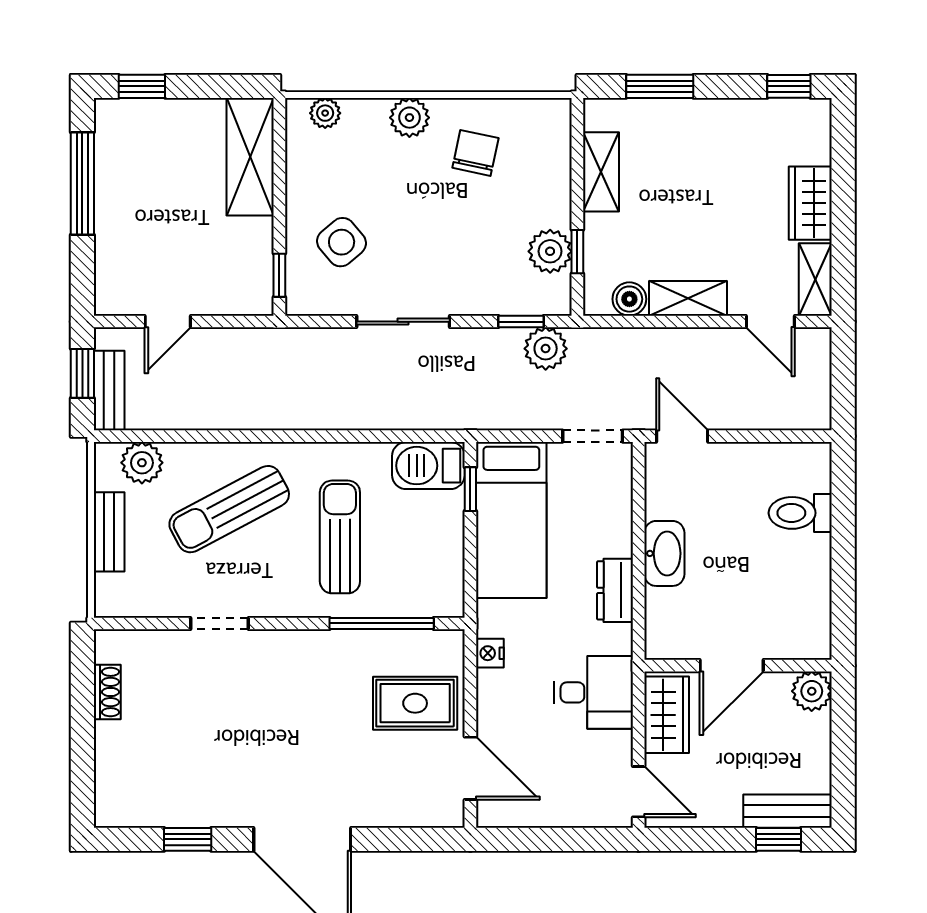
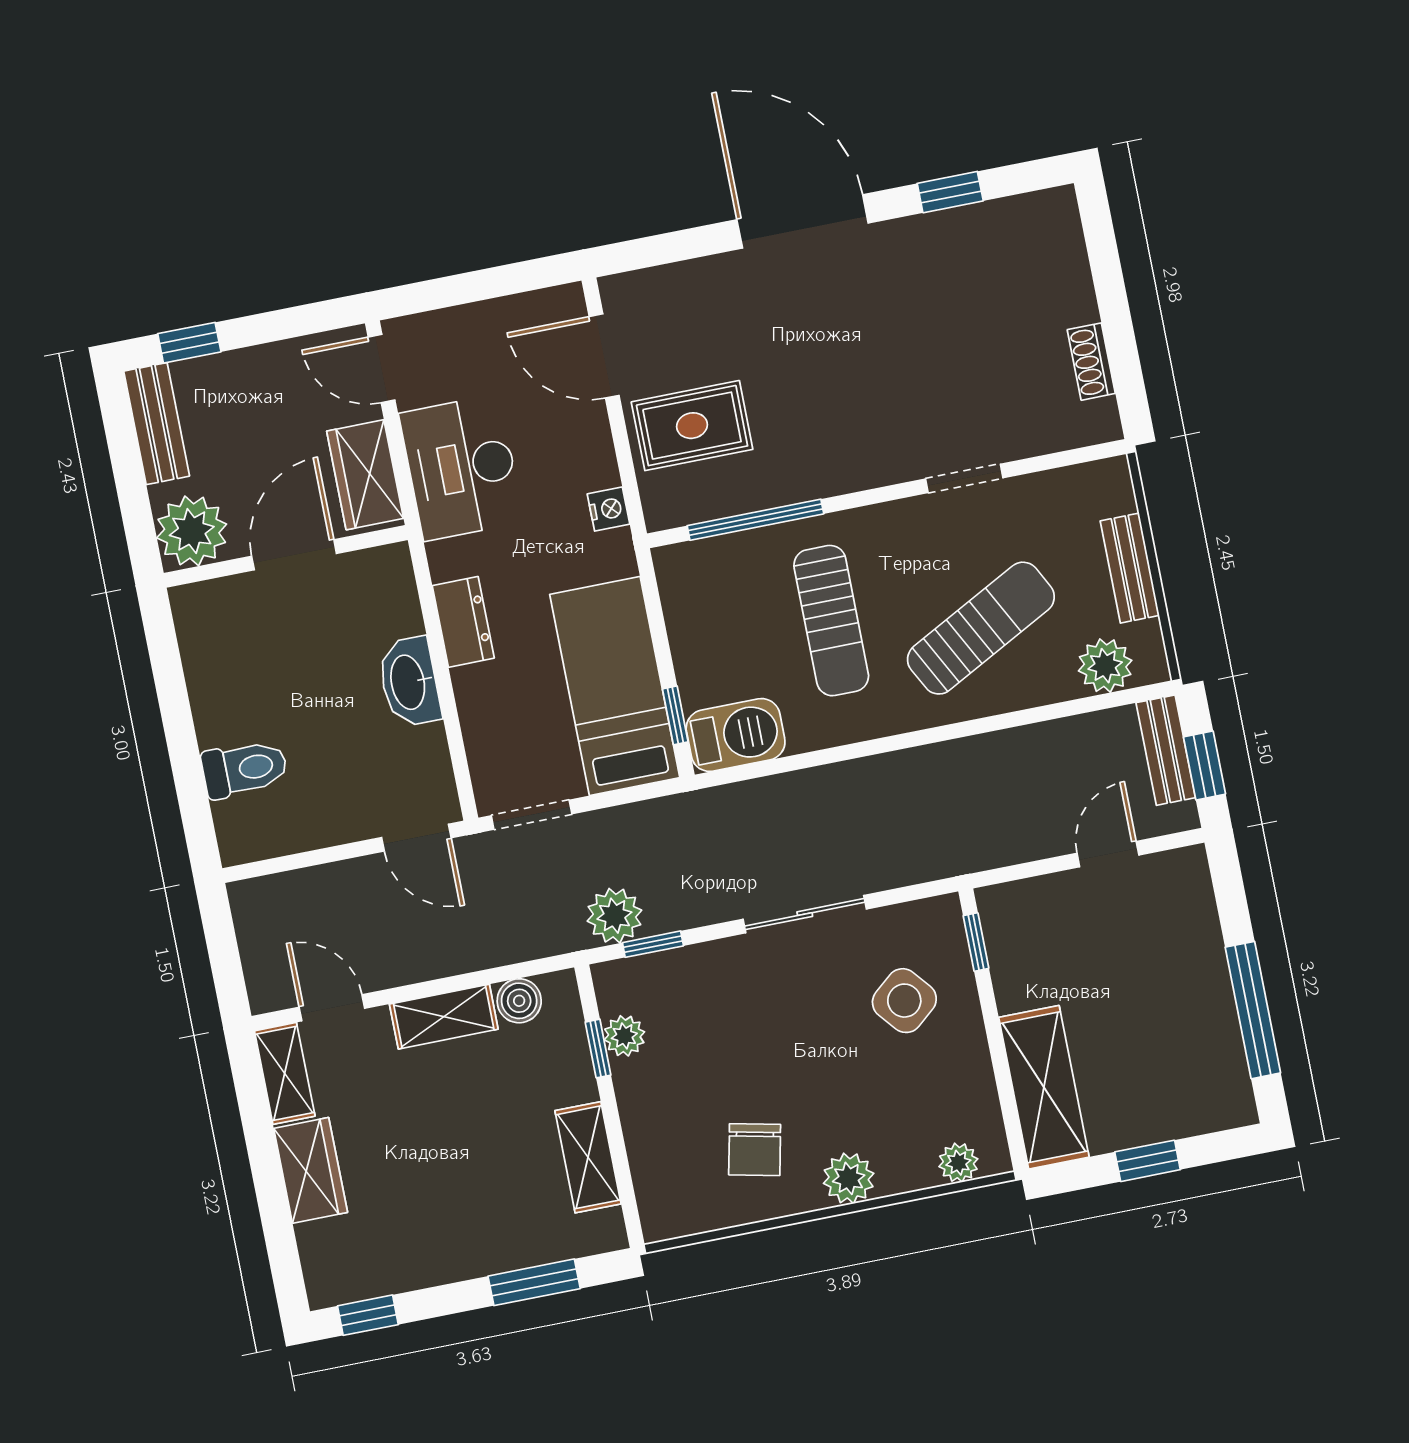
window: (142, 86) -> (1148, 1161), moved
plant: (550, 251) -> (624, 1036), width x0.73, depth x0.73
plant: (812, 691) -> (192, 531), width x1.36, depth x1.36
desk: (594, 692) -> (461, 468), width x1.37
bench: (788, 811) -> (157, 424), moved, turned 90

